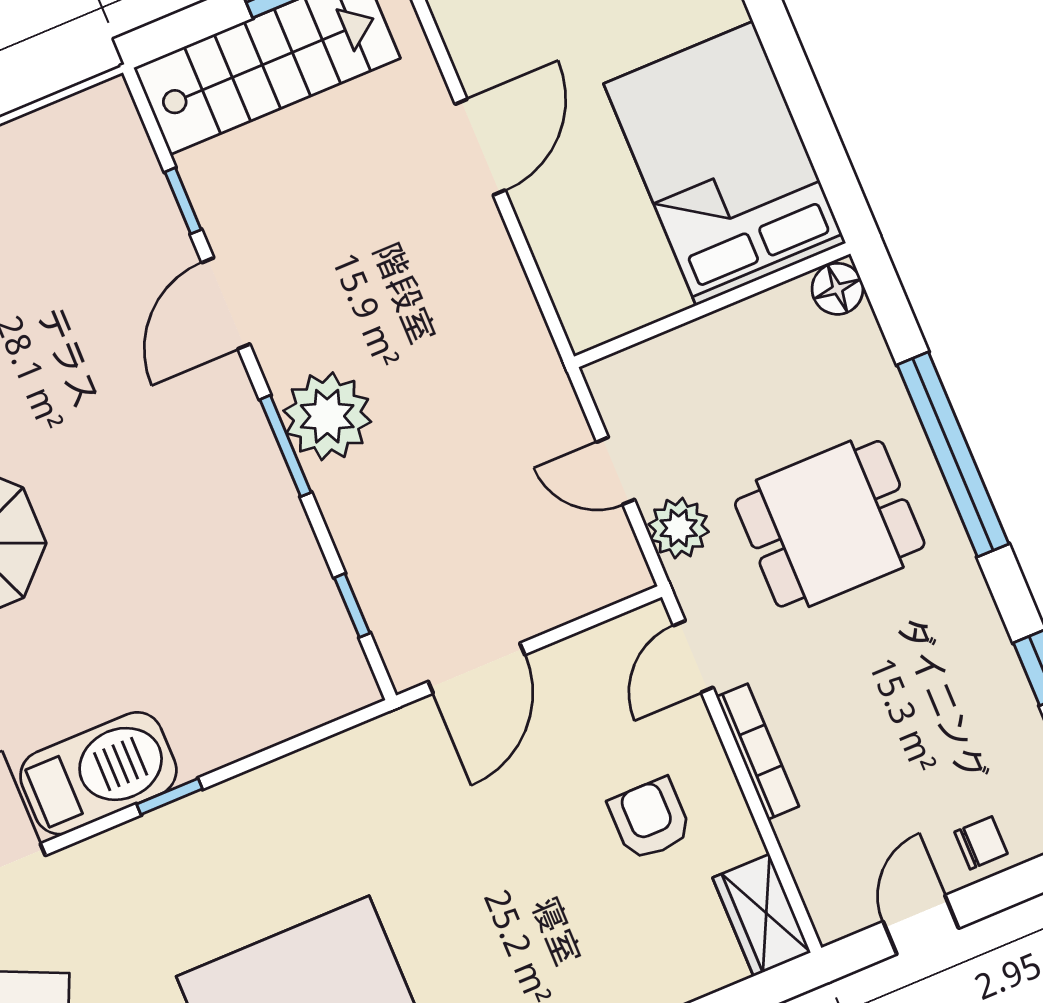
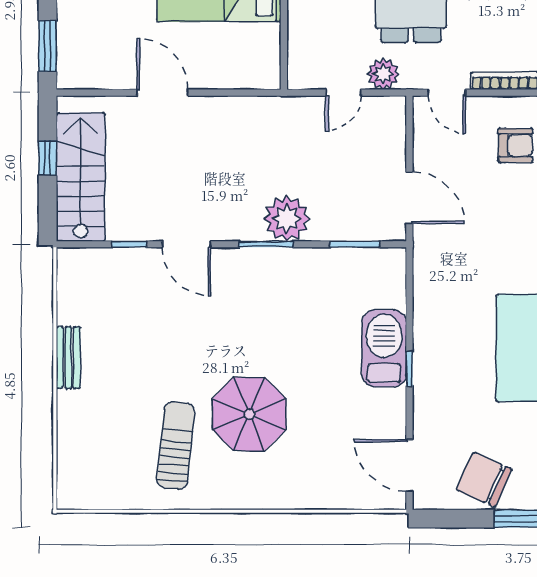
plant: (327, 416) -> (287, 219), moved
window: (352, 605) -> (355, 244), width x1.50
barbecue: (98, 773) -> (384, 348), moved
armchair: (650, 819) -> (515, 145), turned 180

